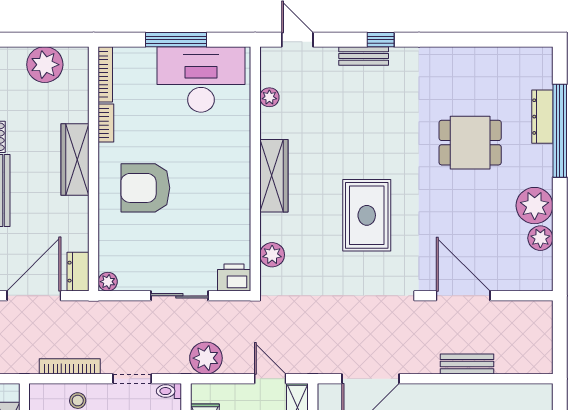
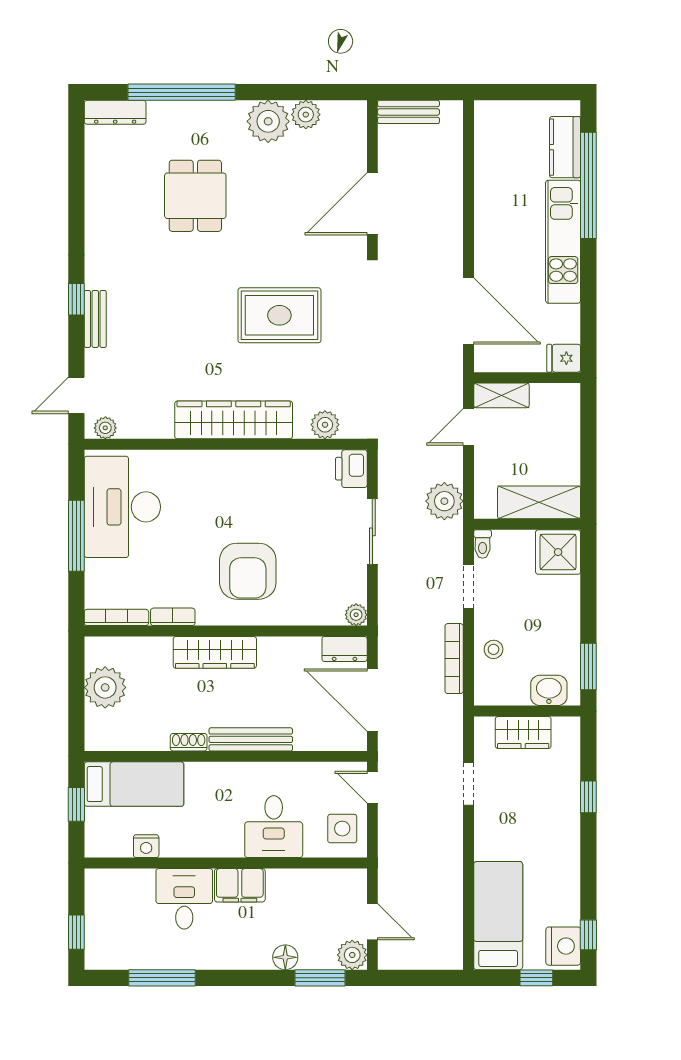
plant: (269, 97) -> (105, 428), moved
dresser: (542, 117) -> (115, 112), moved
wardrobe: (274, 176) -> (234, 420), width x1.40, depth x1.17
bench: (467, 364) -> (409, 112), moved, turned 90

